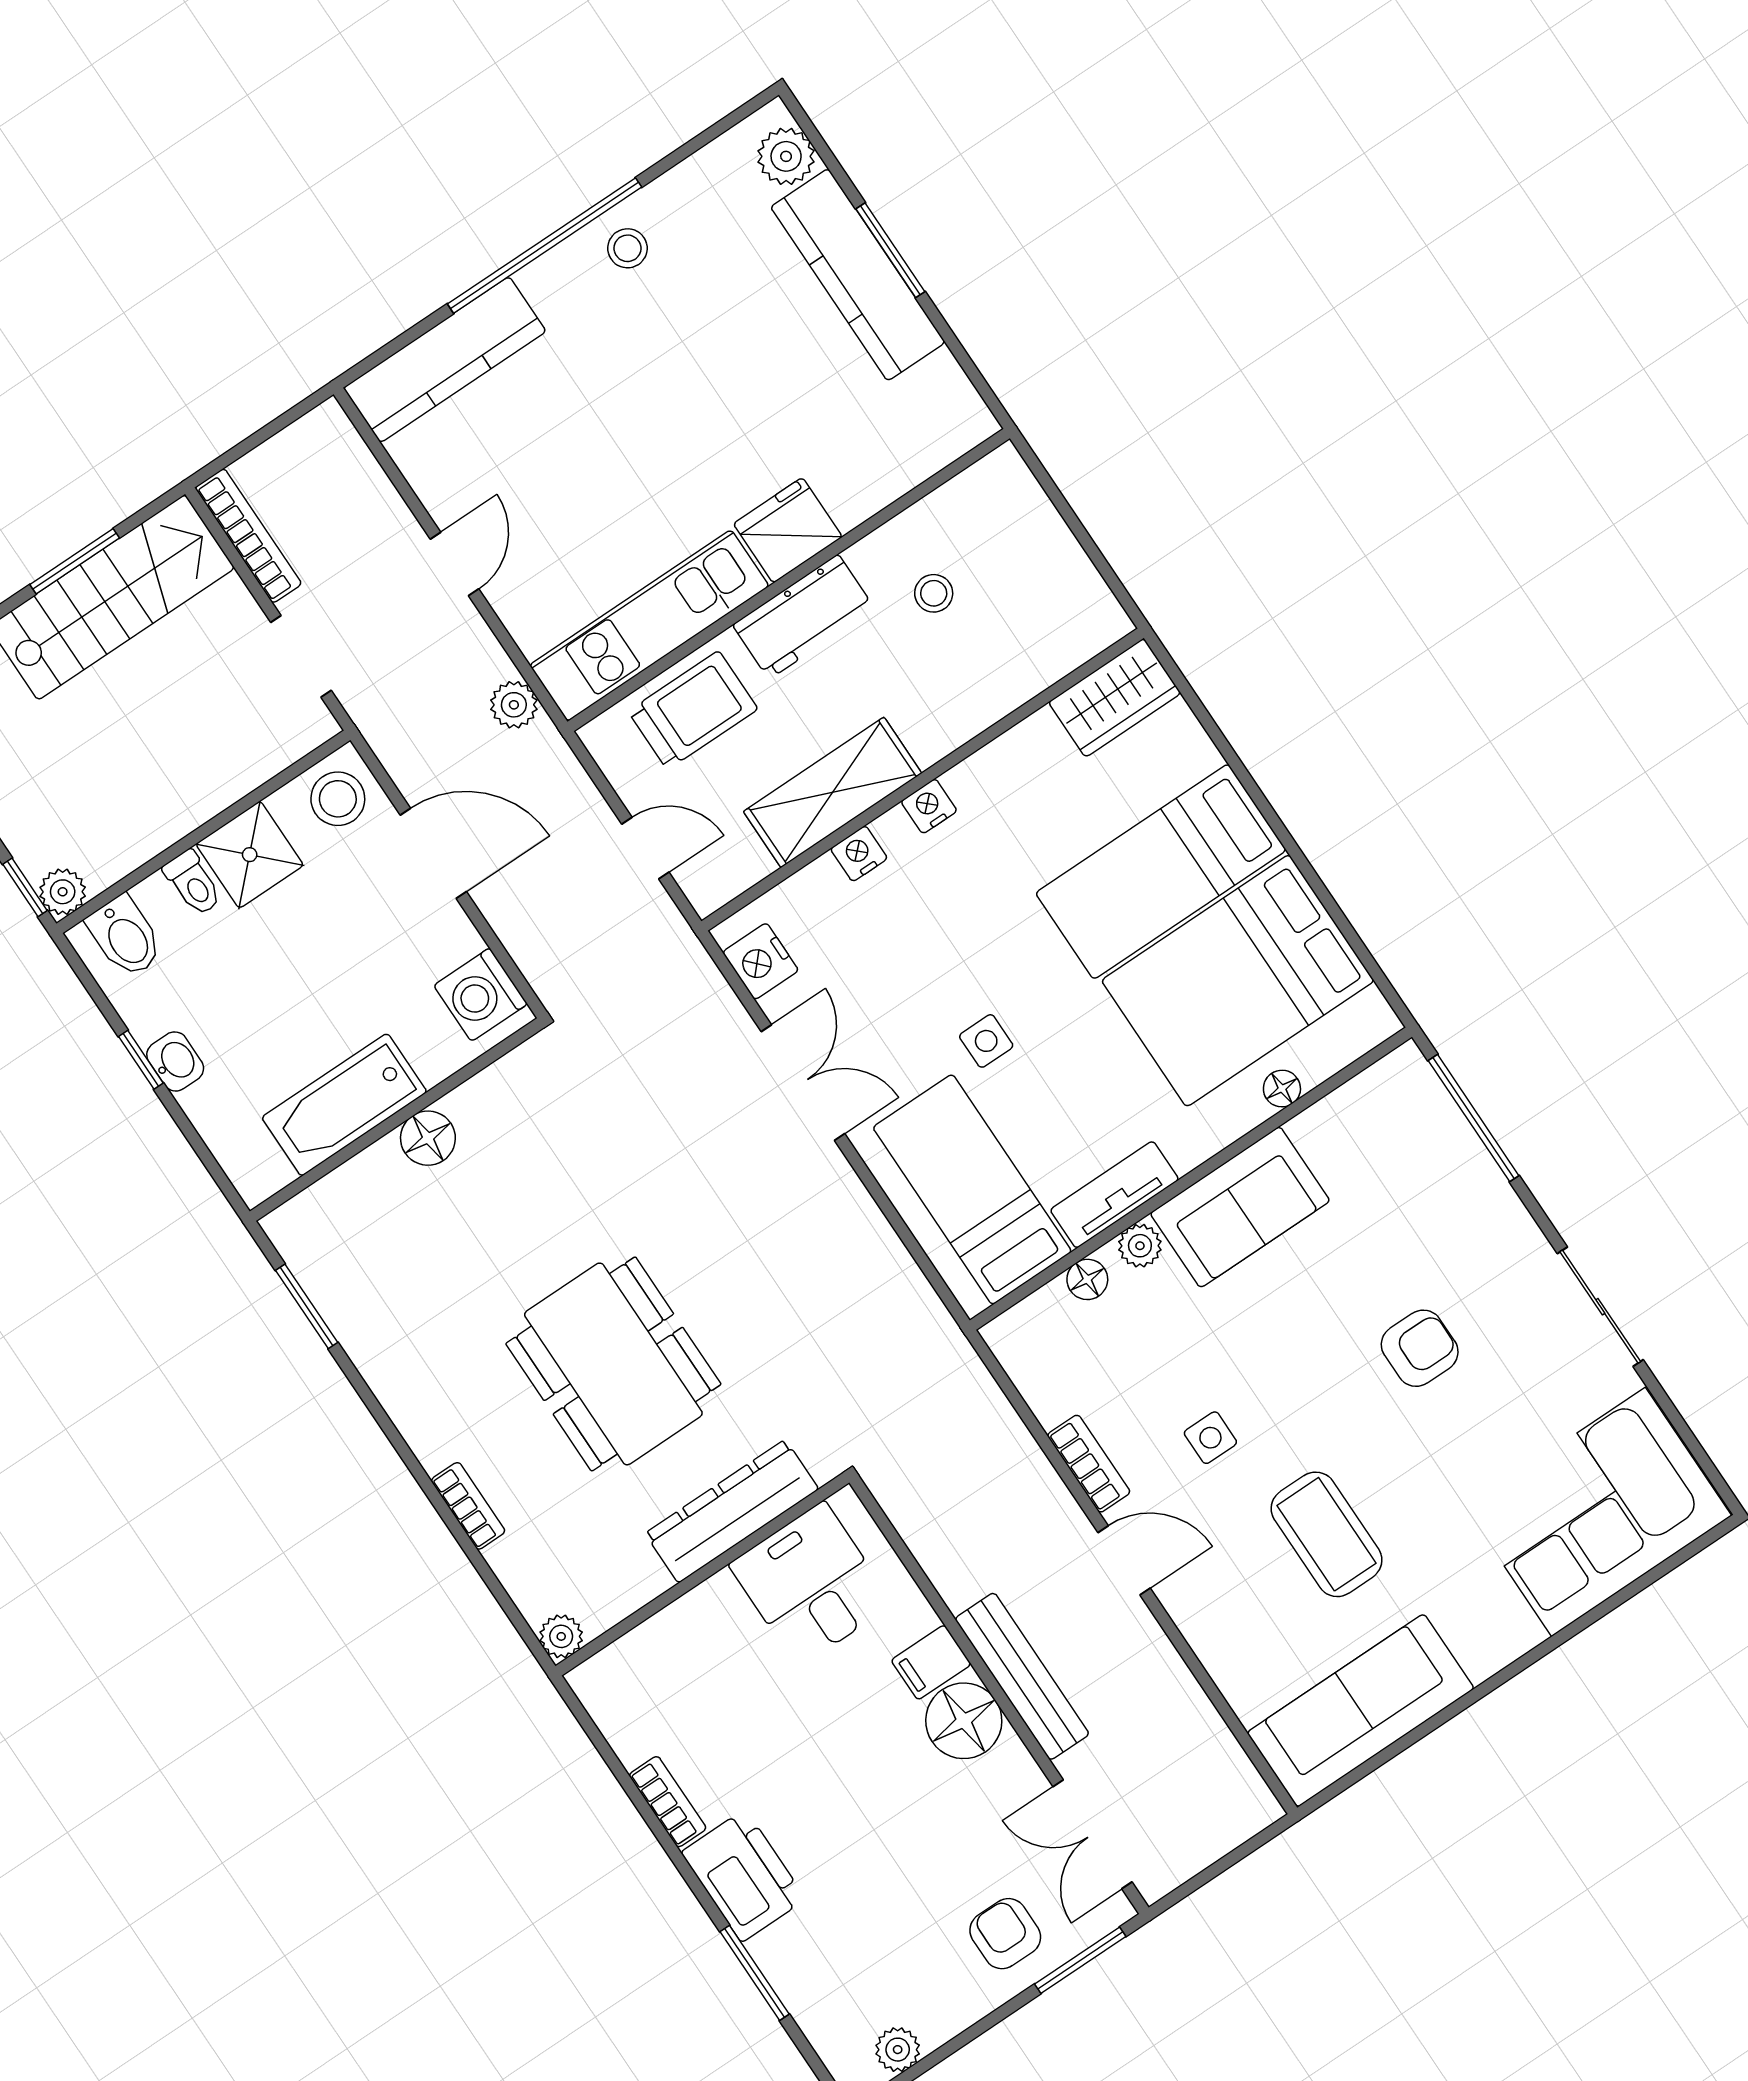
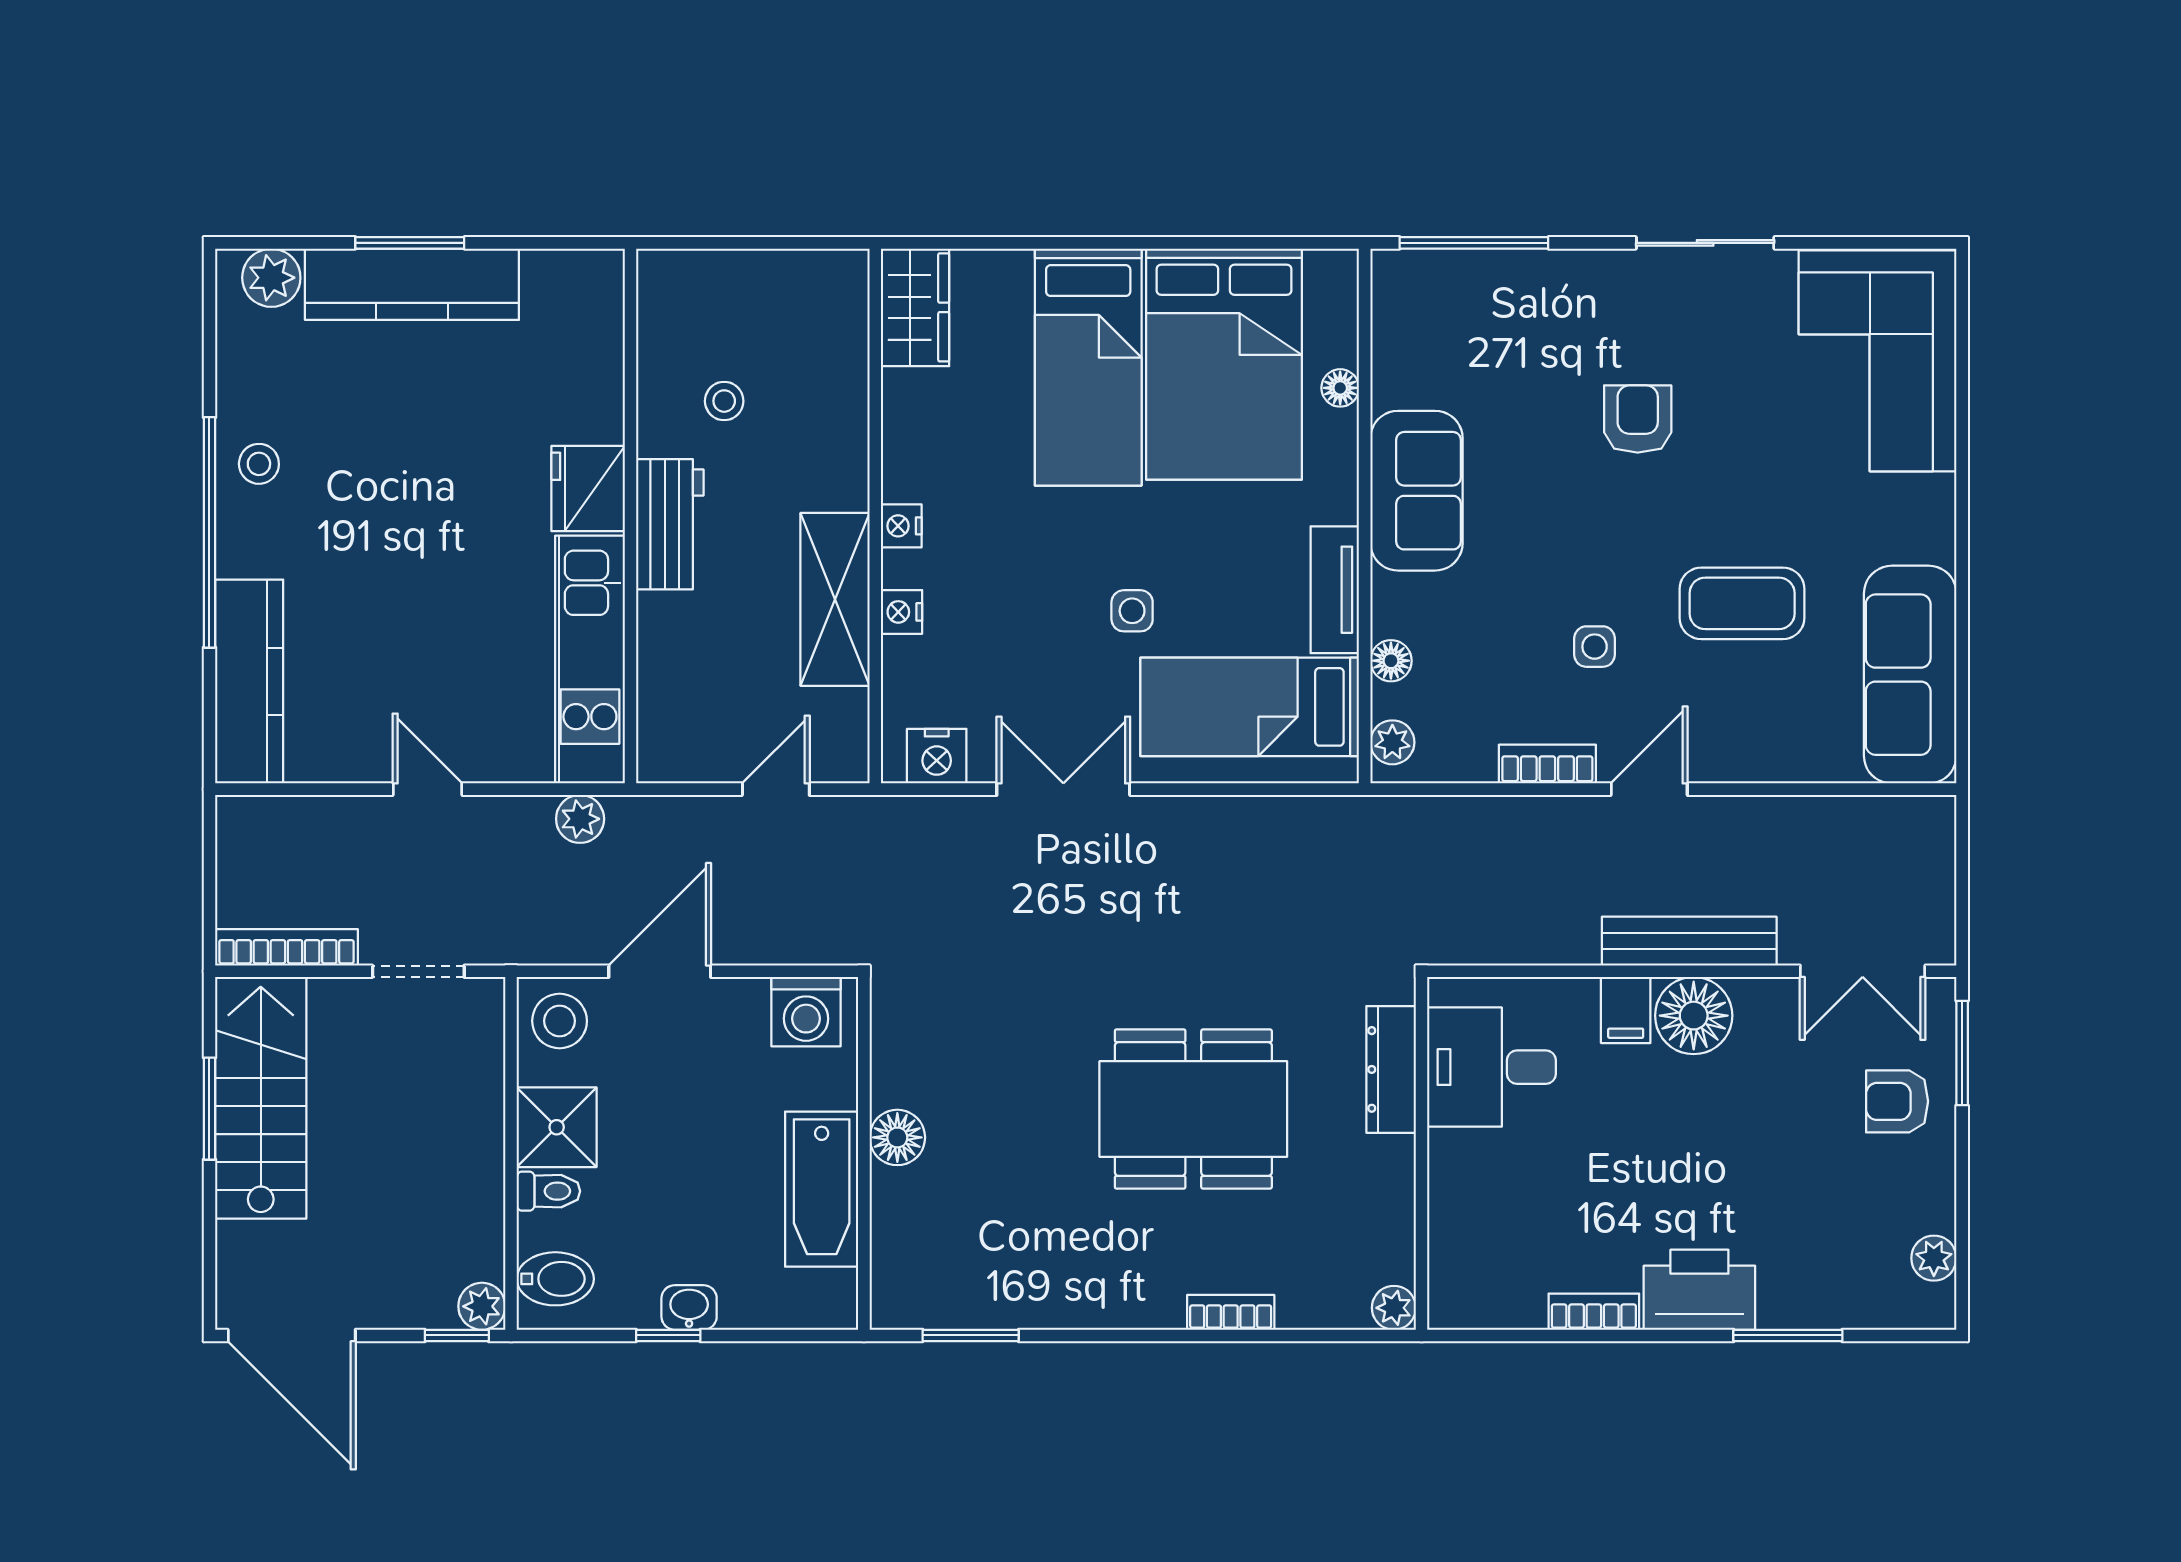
trolley: (693, 710) -> (686, 671), removed
plant: (1140, 1246) -> (1392, 742), moved
dresser: (732, 1511) -> (1391, 1069), width x0.73, depth x0.80

